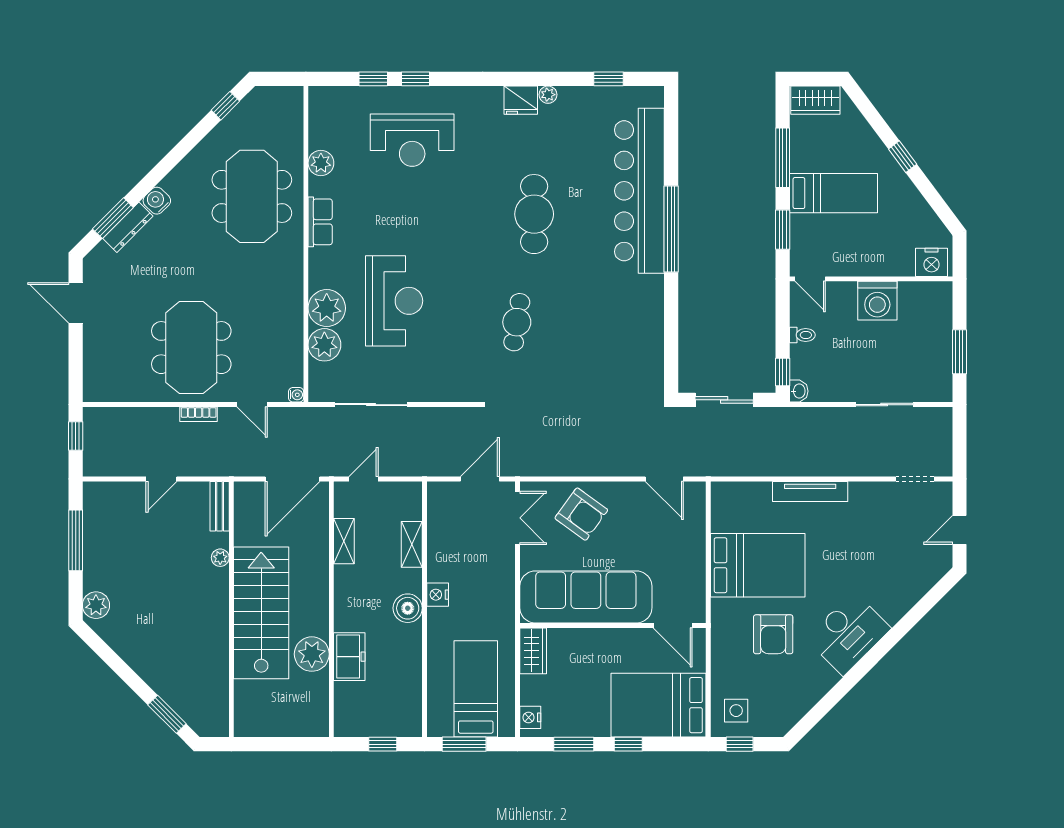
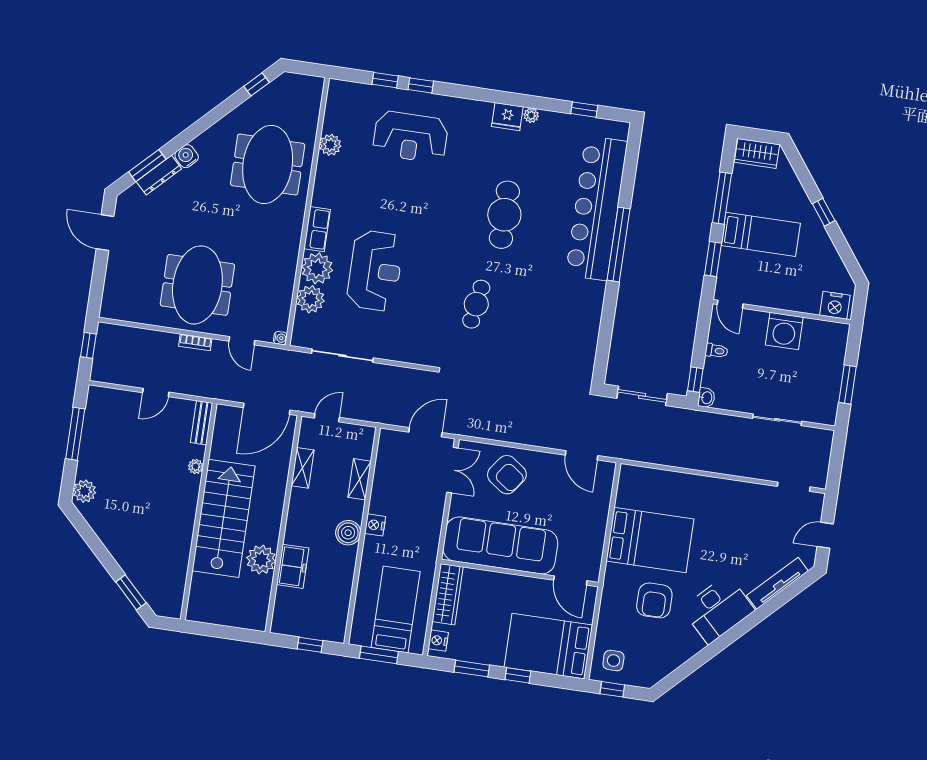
row of seats: (320, 222) -> (317, 229), moved
tv unit: (810, 491) -> (777, 583), moved, turned 135
wardrobe: (533, 651) -> (448, 594), width x1.50

